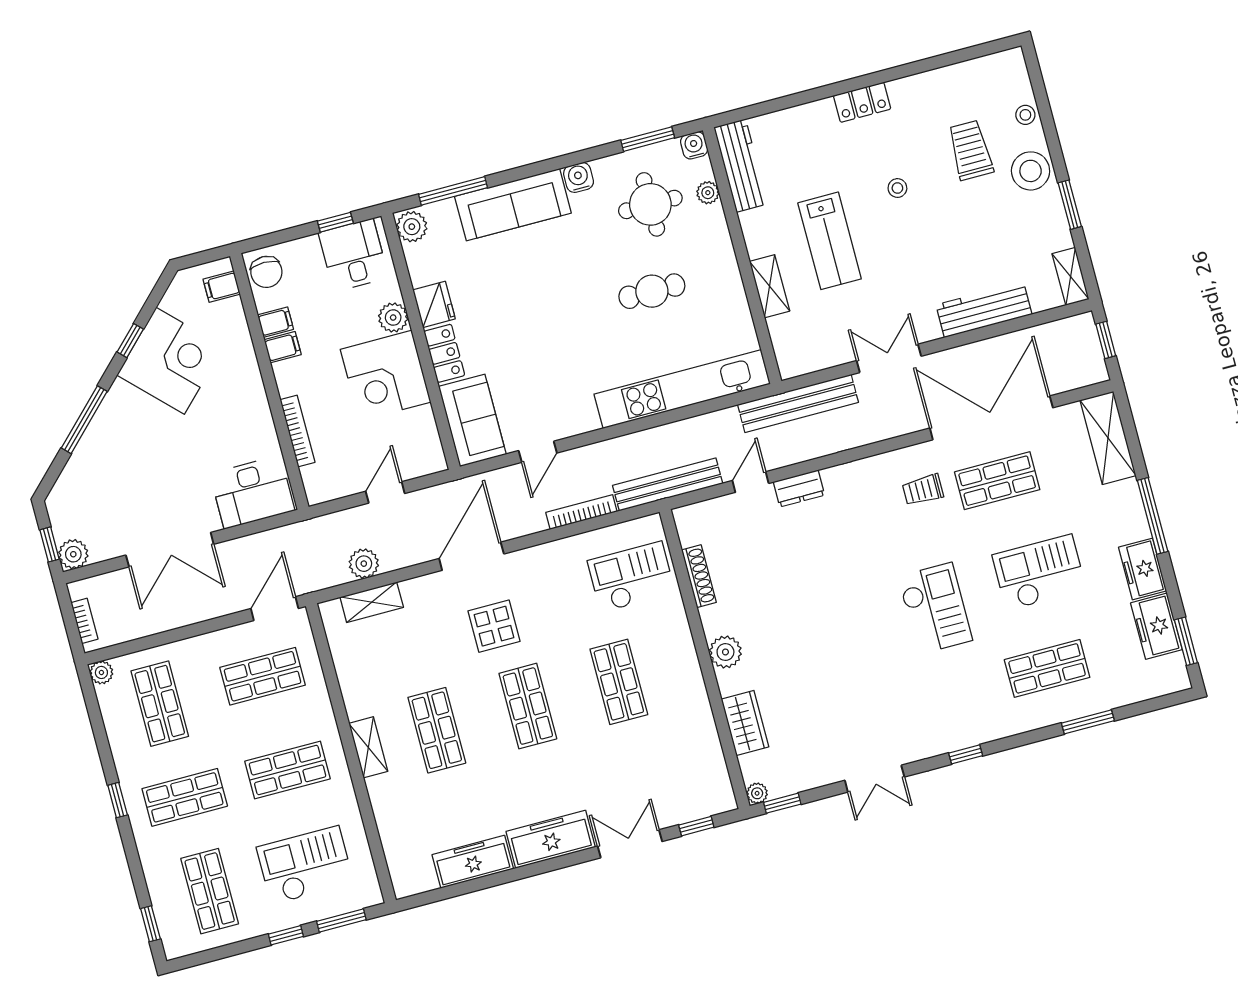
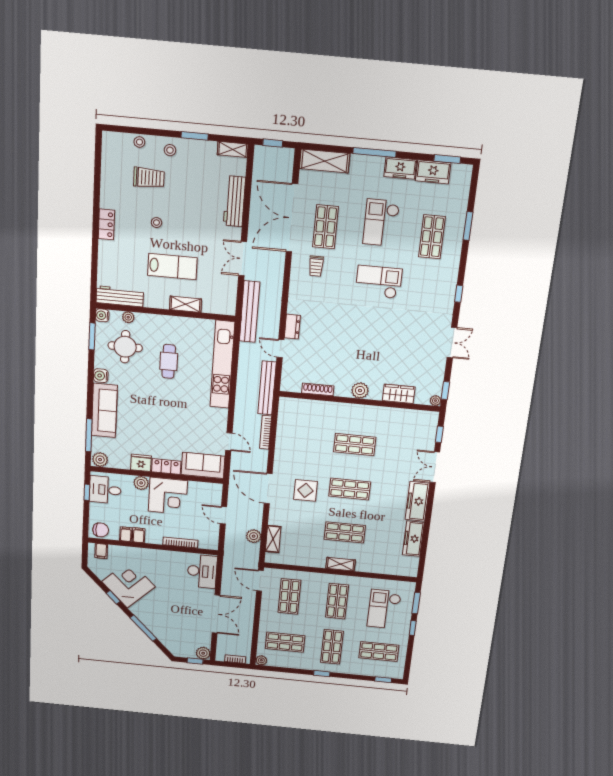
trolley: (970, 150) -> (149, 178), turned 180
stool: (1031, 171) -> (170, 150), width x0.53, depth x0.53
checkout: (631, 577) -> (306, 421), removed

